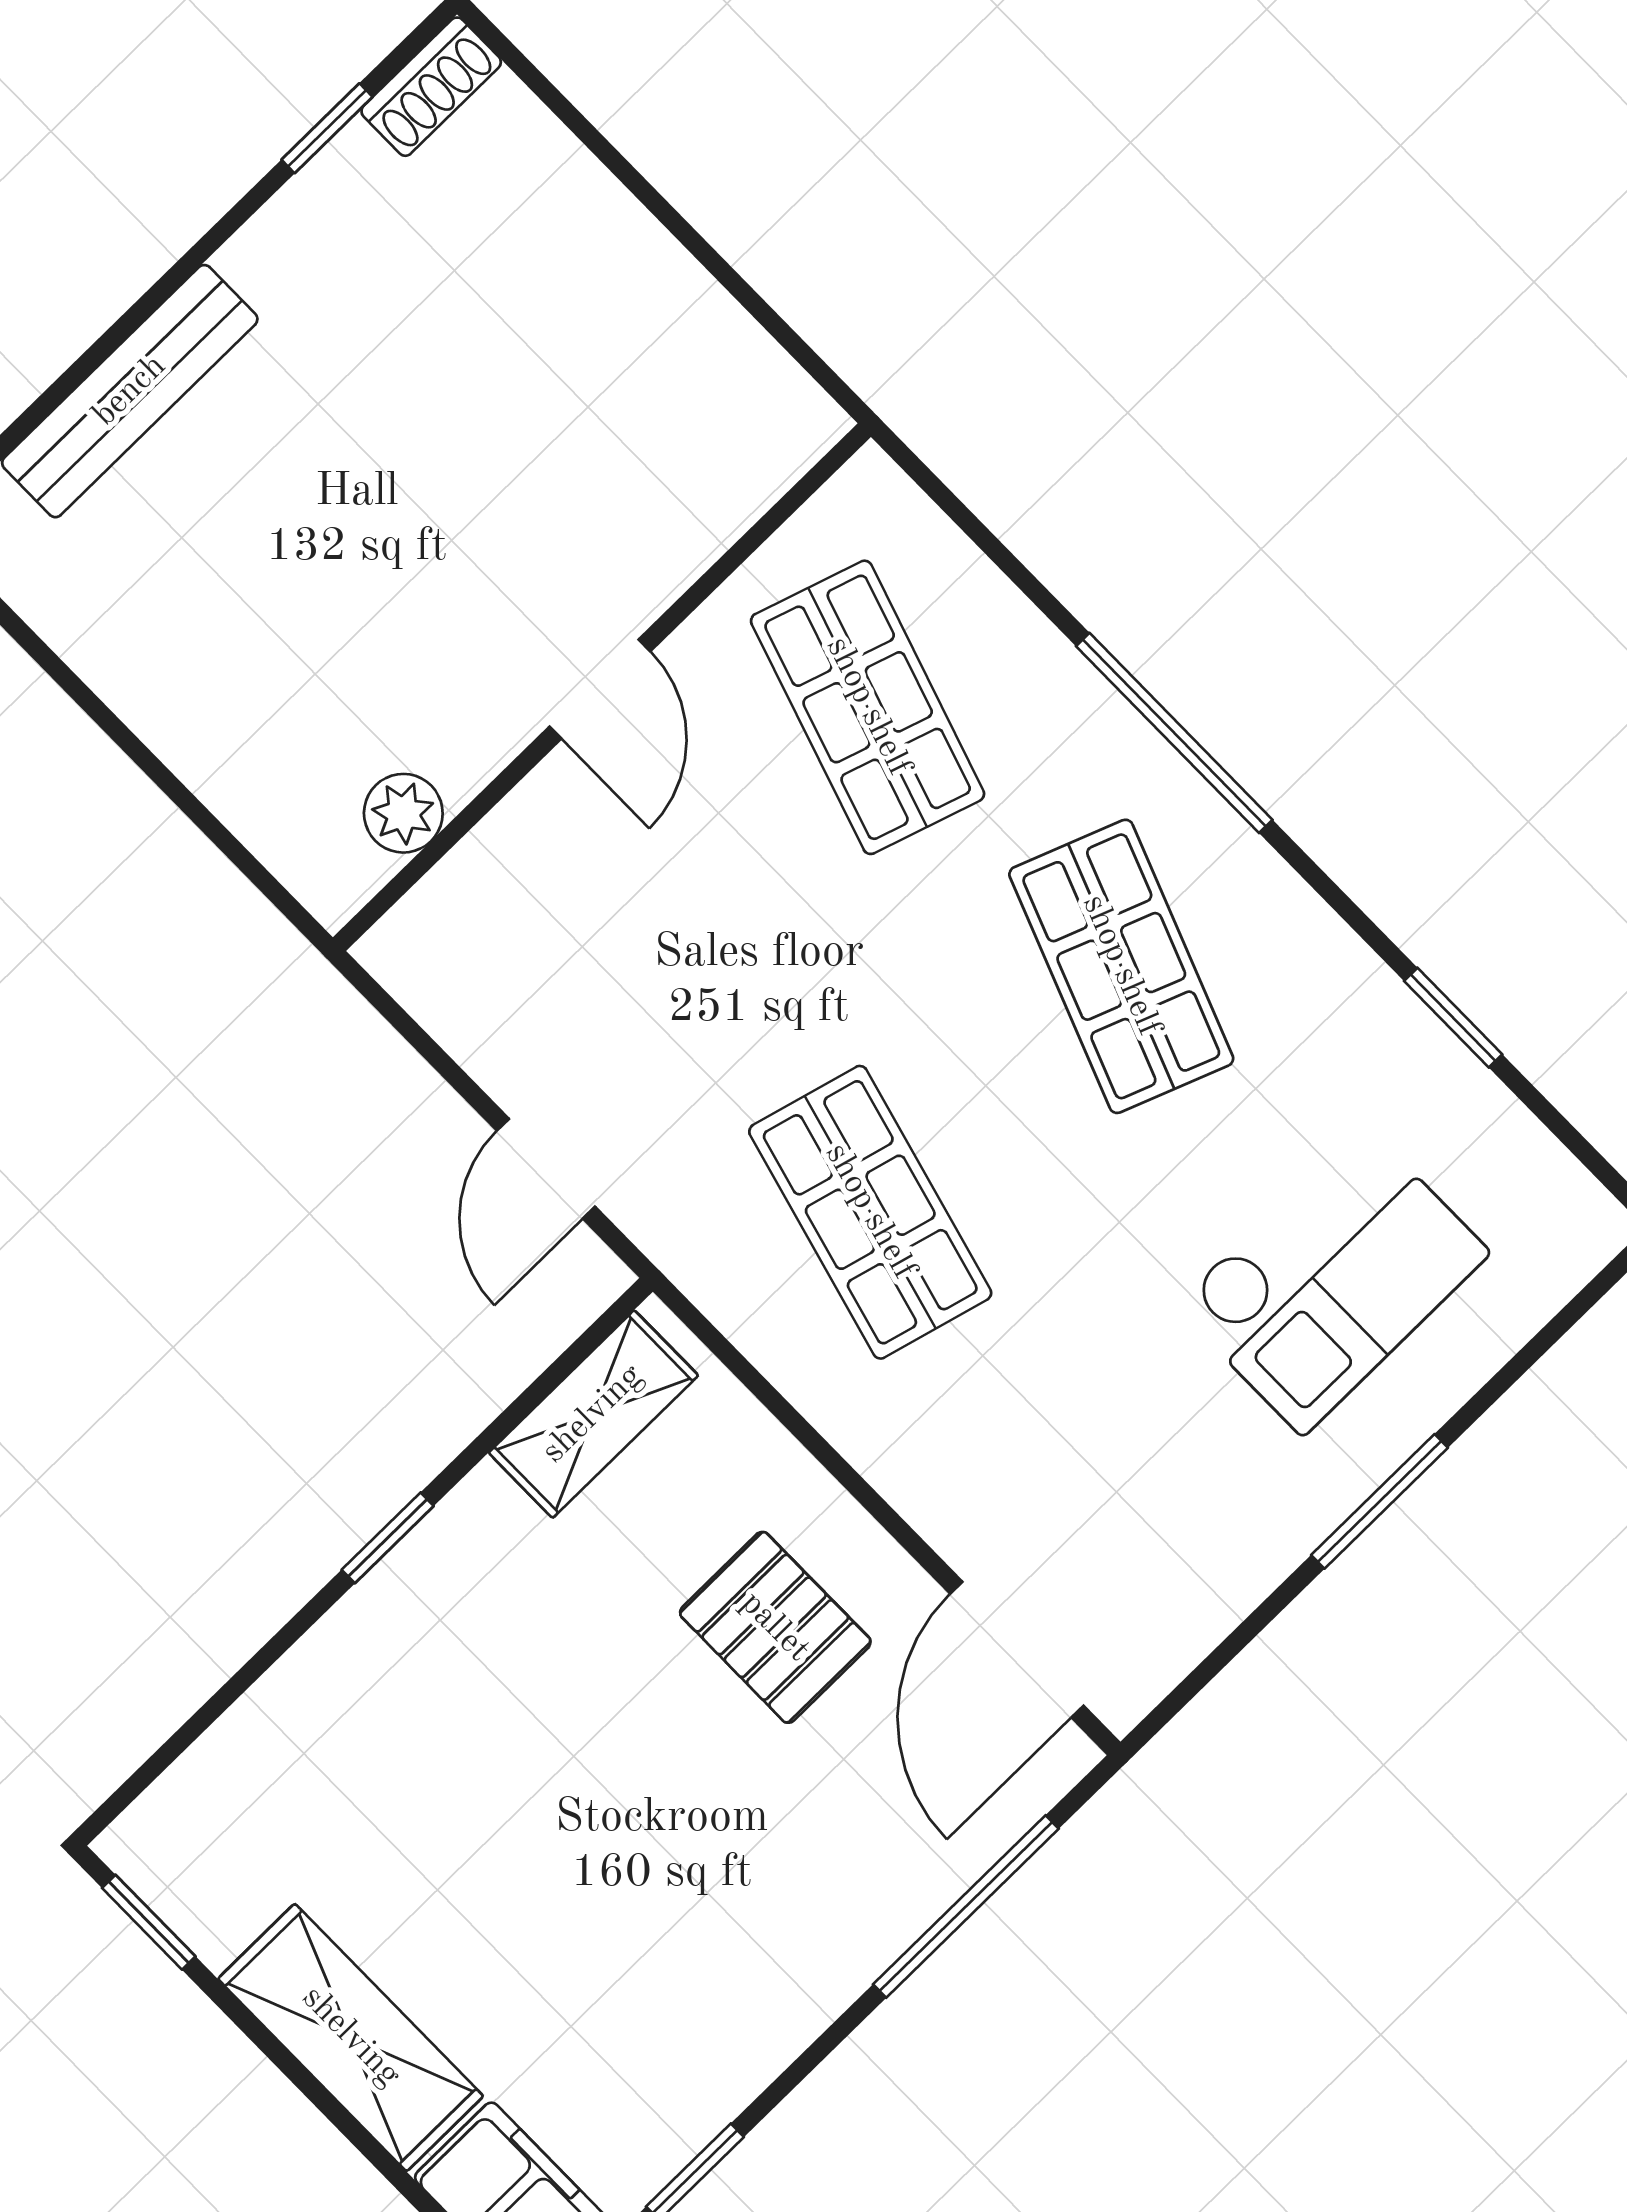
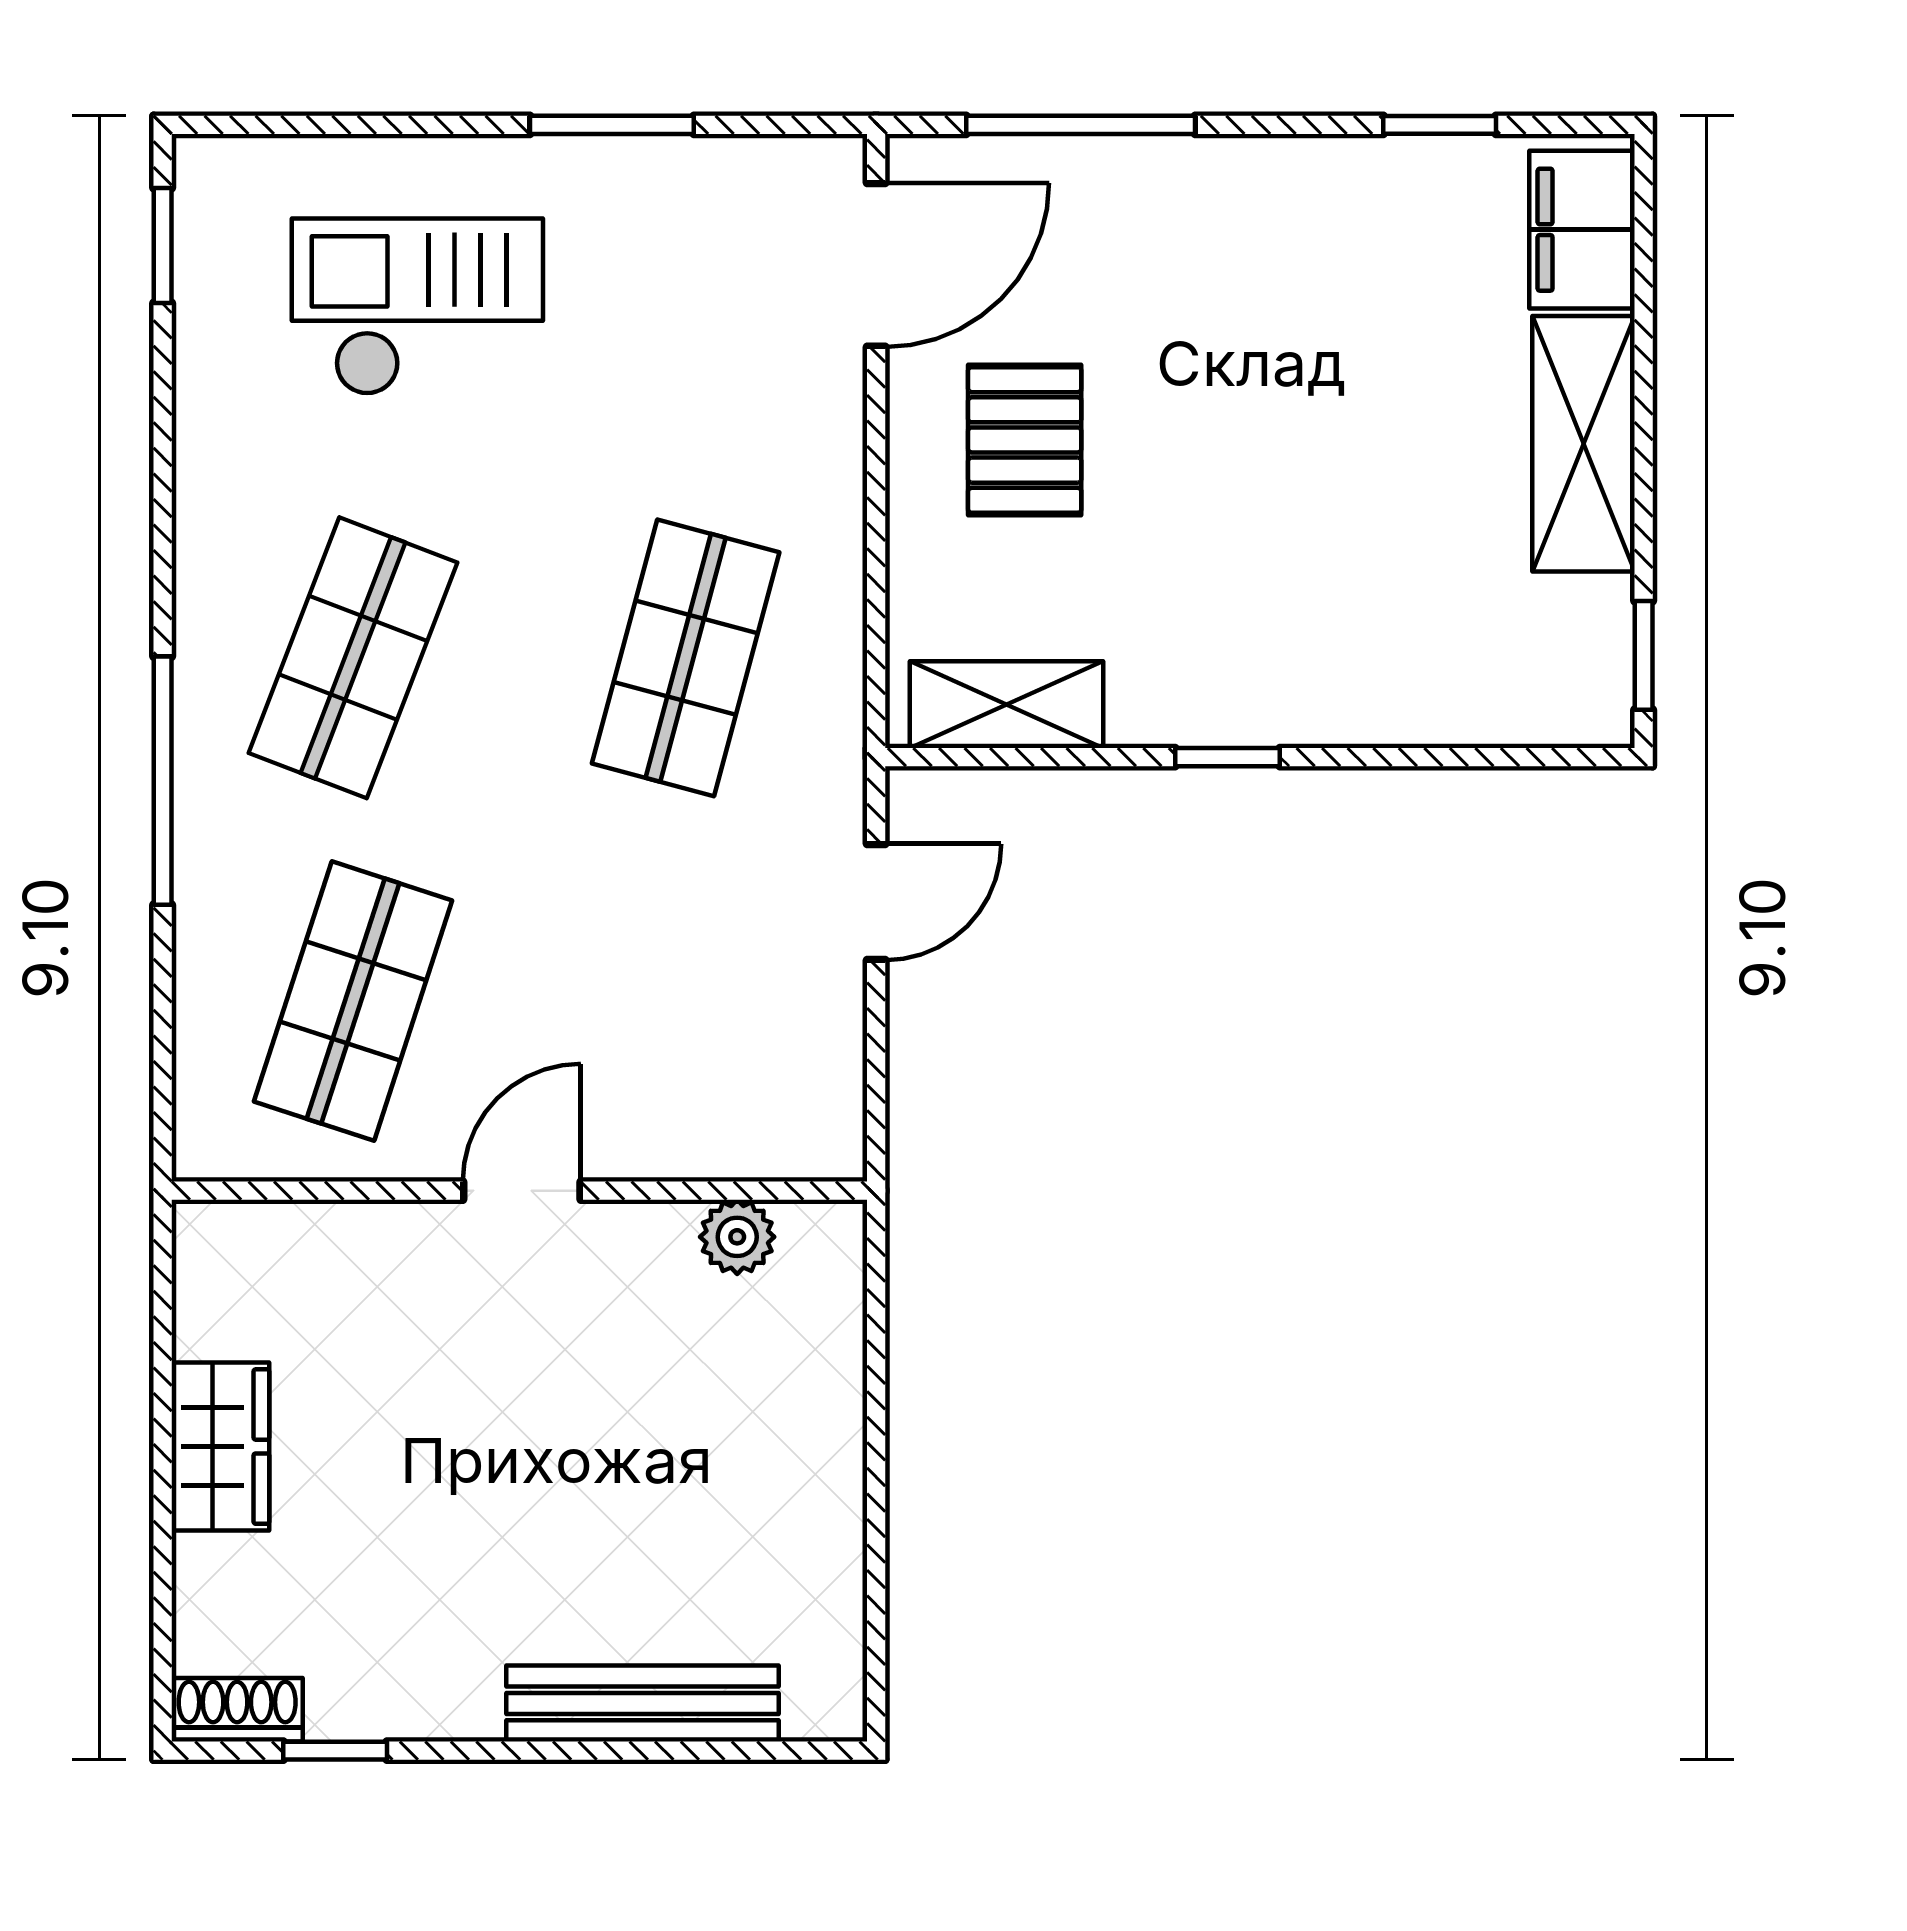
wardrobe: (638, 273) -> (220, 1447), added
window: (1453, 1018) -> (163, 246), moved
window: (1379, 1501) -> (612, 125), moved

